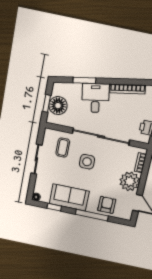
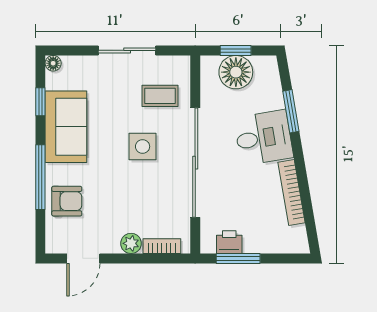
plant: (130, 181) -> (131, 243), width x0.53, depth x0.53

